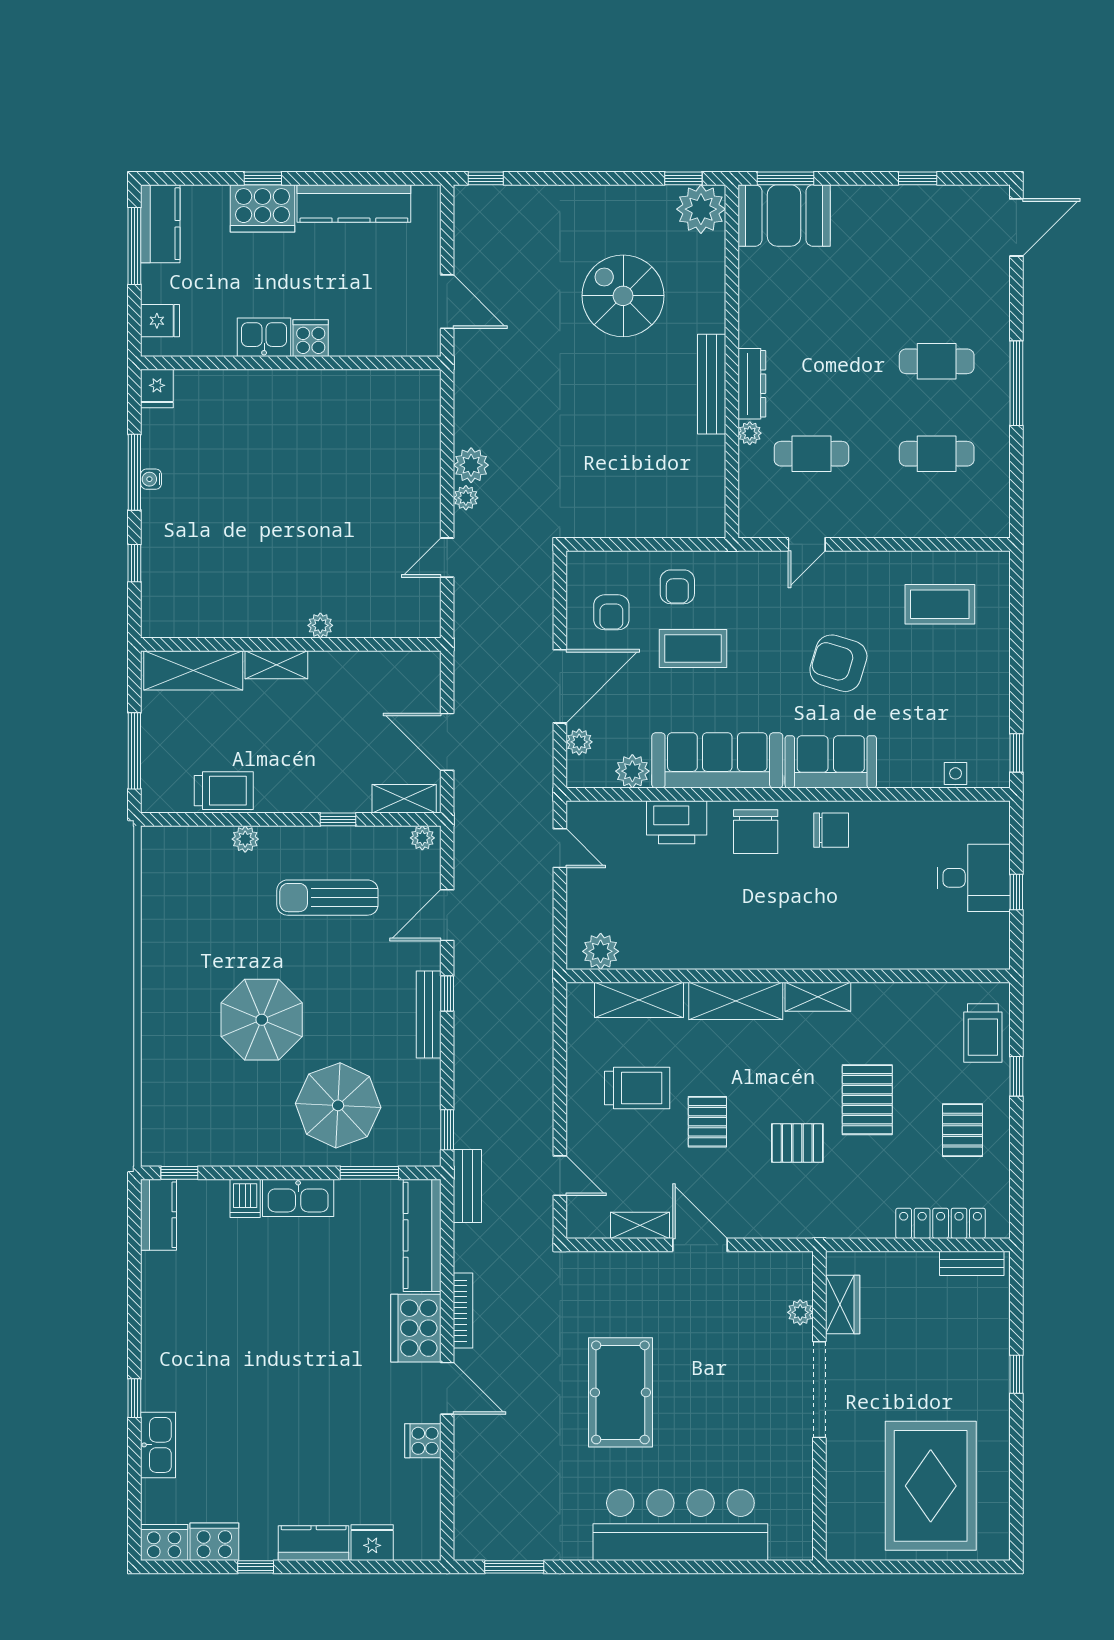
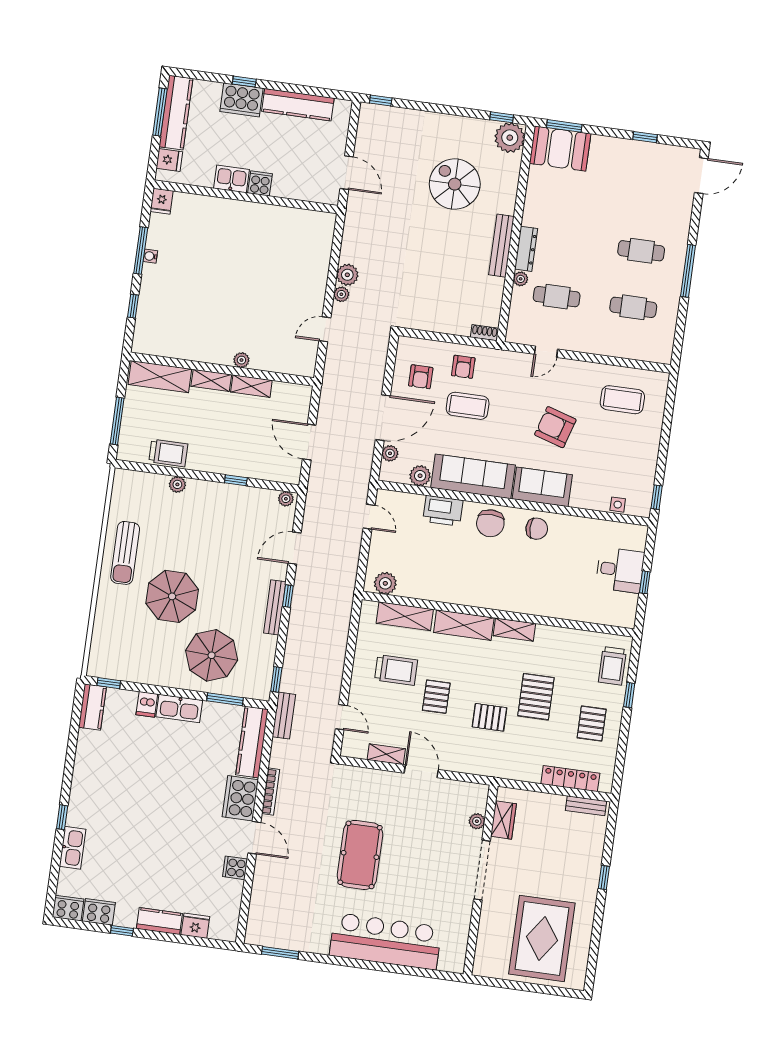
kitchen counter: (160, 224) -> (176, 113), width x1.50
shoe rack: (704, 527) -> (484, 333), added
shelving: (404, 799) -> (251, 386), moved
sun lounger: (327, 898) -> (125, 553), moved, turned -90

